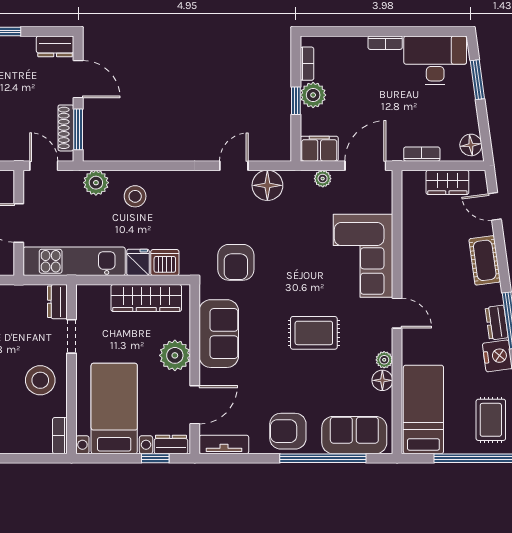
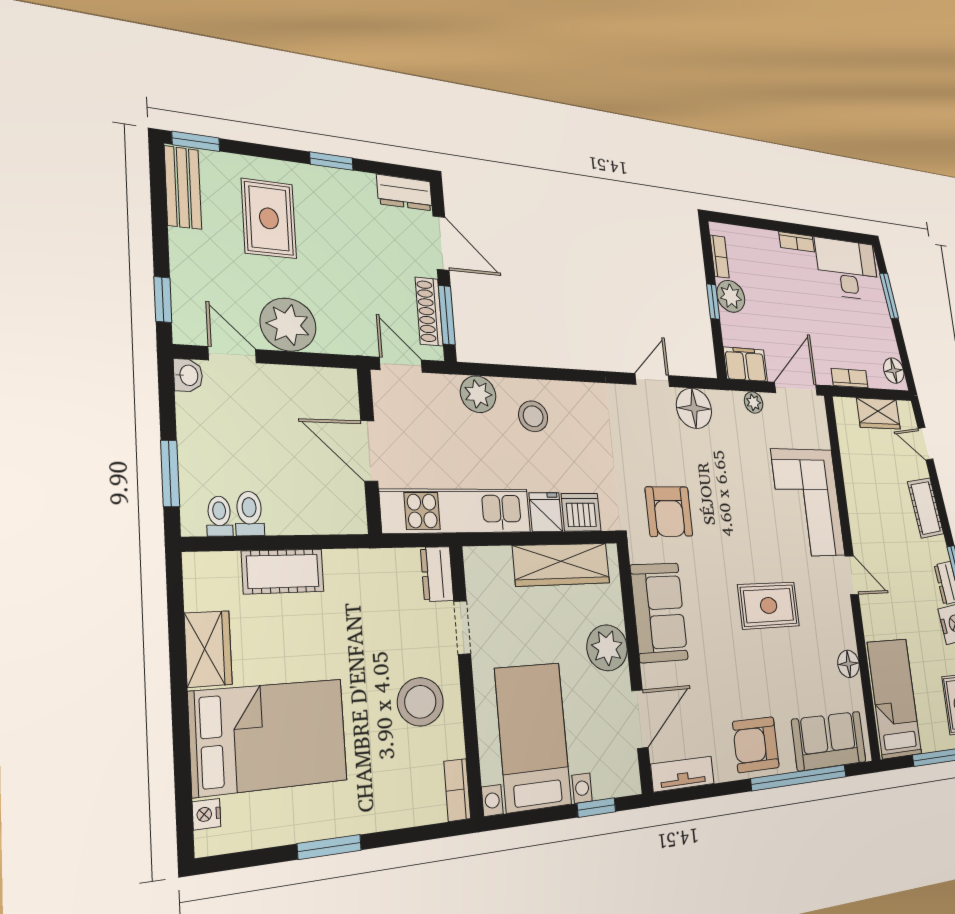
plant: (384, 360) -> (847, 637), removed
dresser: (171, 444) -> (615, 783), removed

